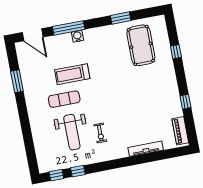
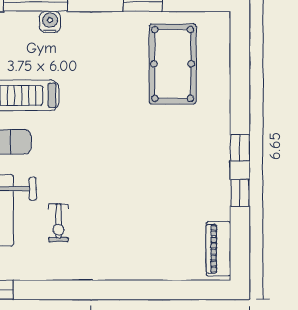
window: (176, 52) -> (240, 148), moved
tv unit: (146, 149) -> (143, 271), removed

